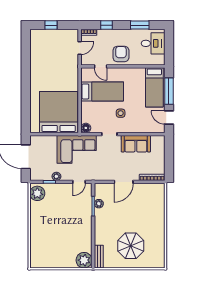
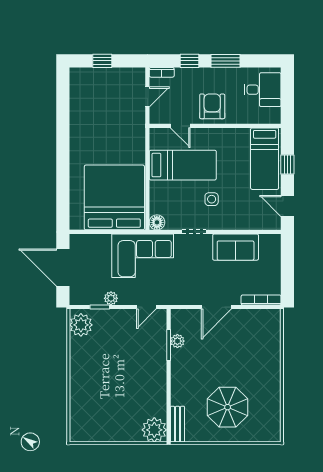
window: (140, 25) -> (226, 61), moved
window: (169, 91) -> (287, 165), width x0.46

